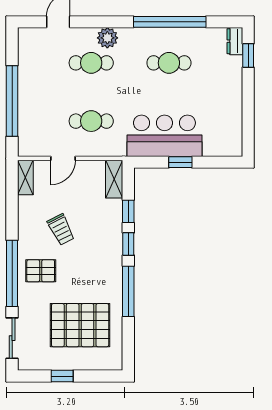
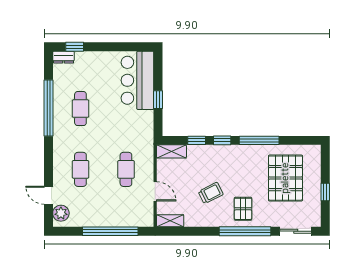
plant: (107, 38) -> (61, 213), moved
bar counter: (164, 136) -> (137, 80), moved

